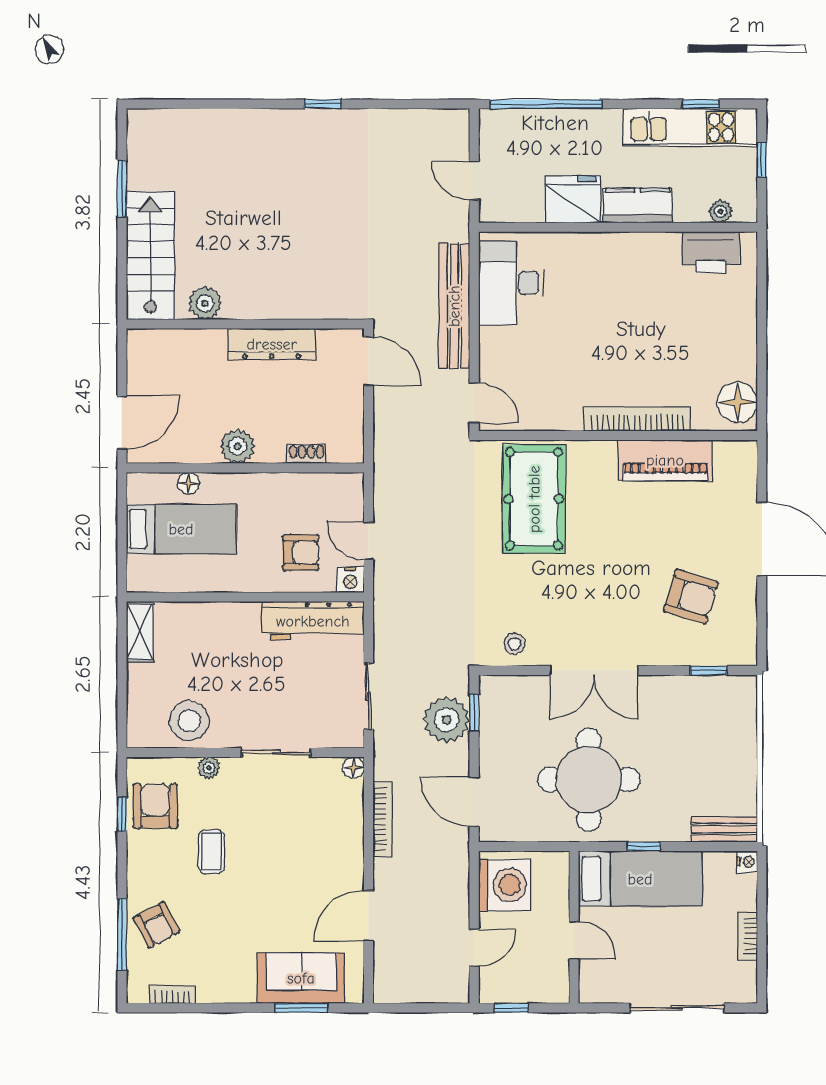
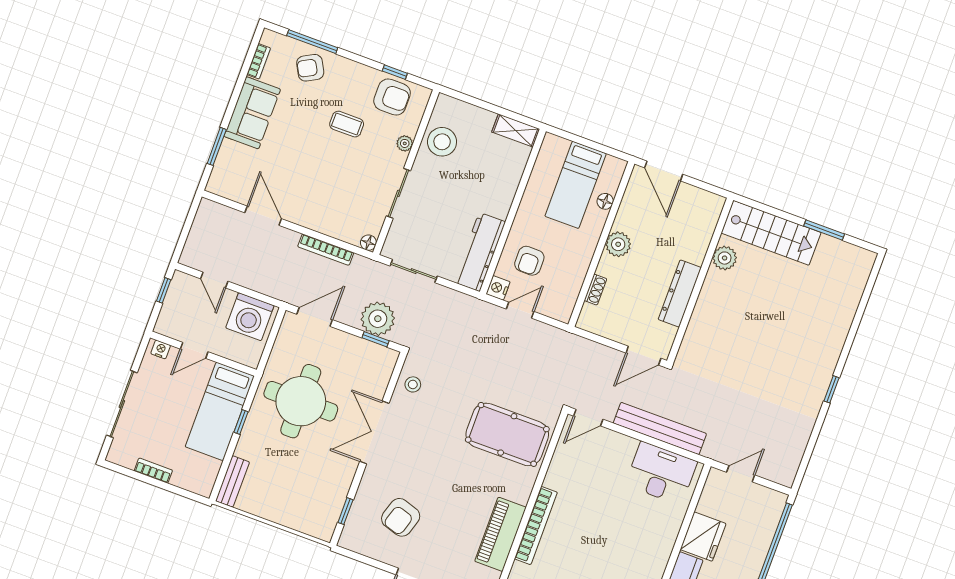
nightstand: (747, 862) -> (161, 349), moved, turned 180
sofa: (301, 978) -> (252, 113), moved

